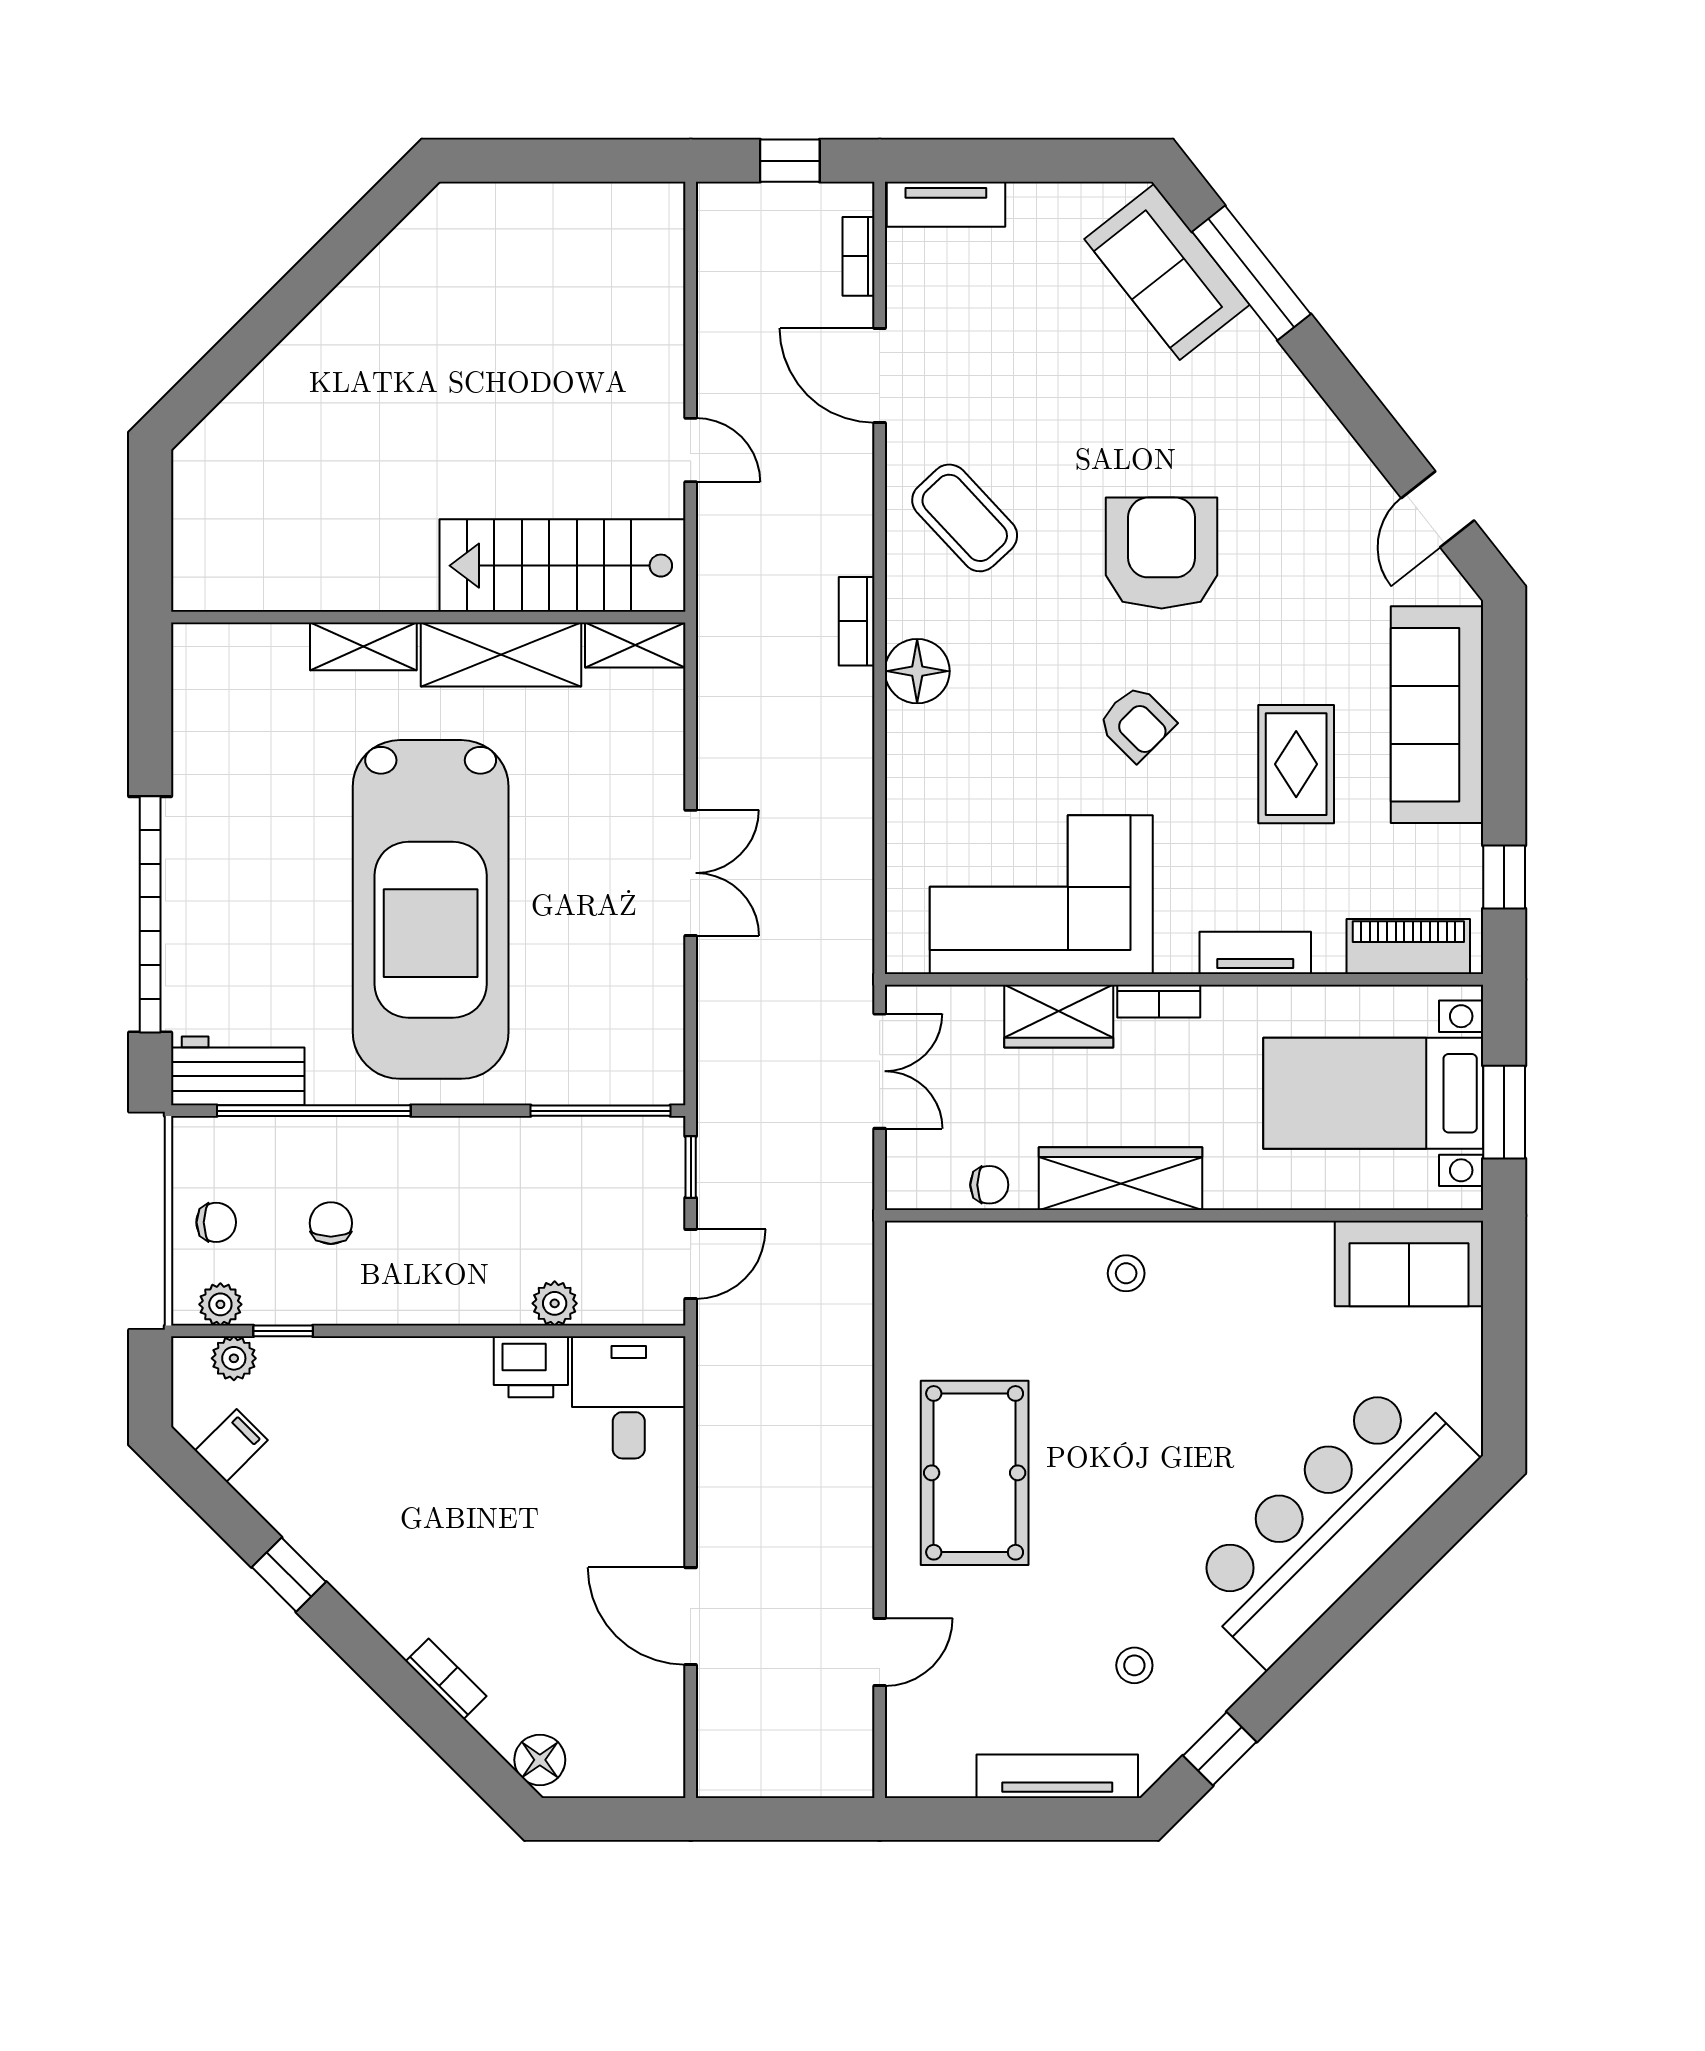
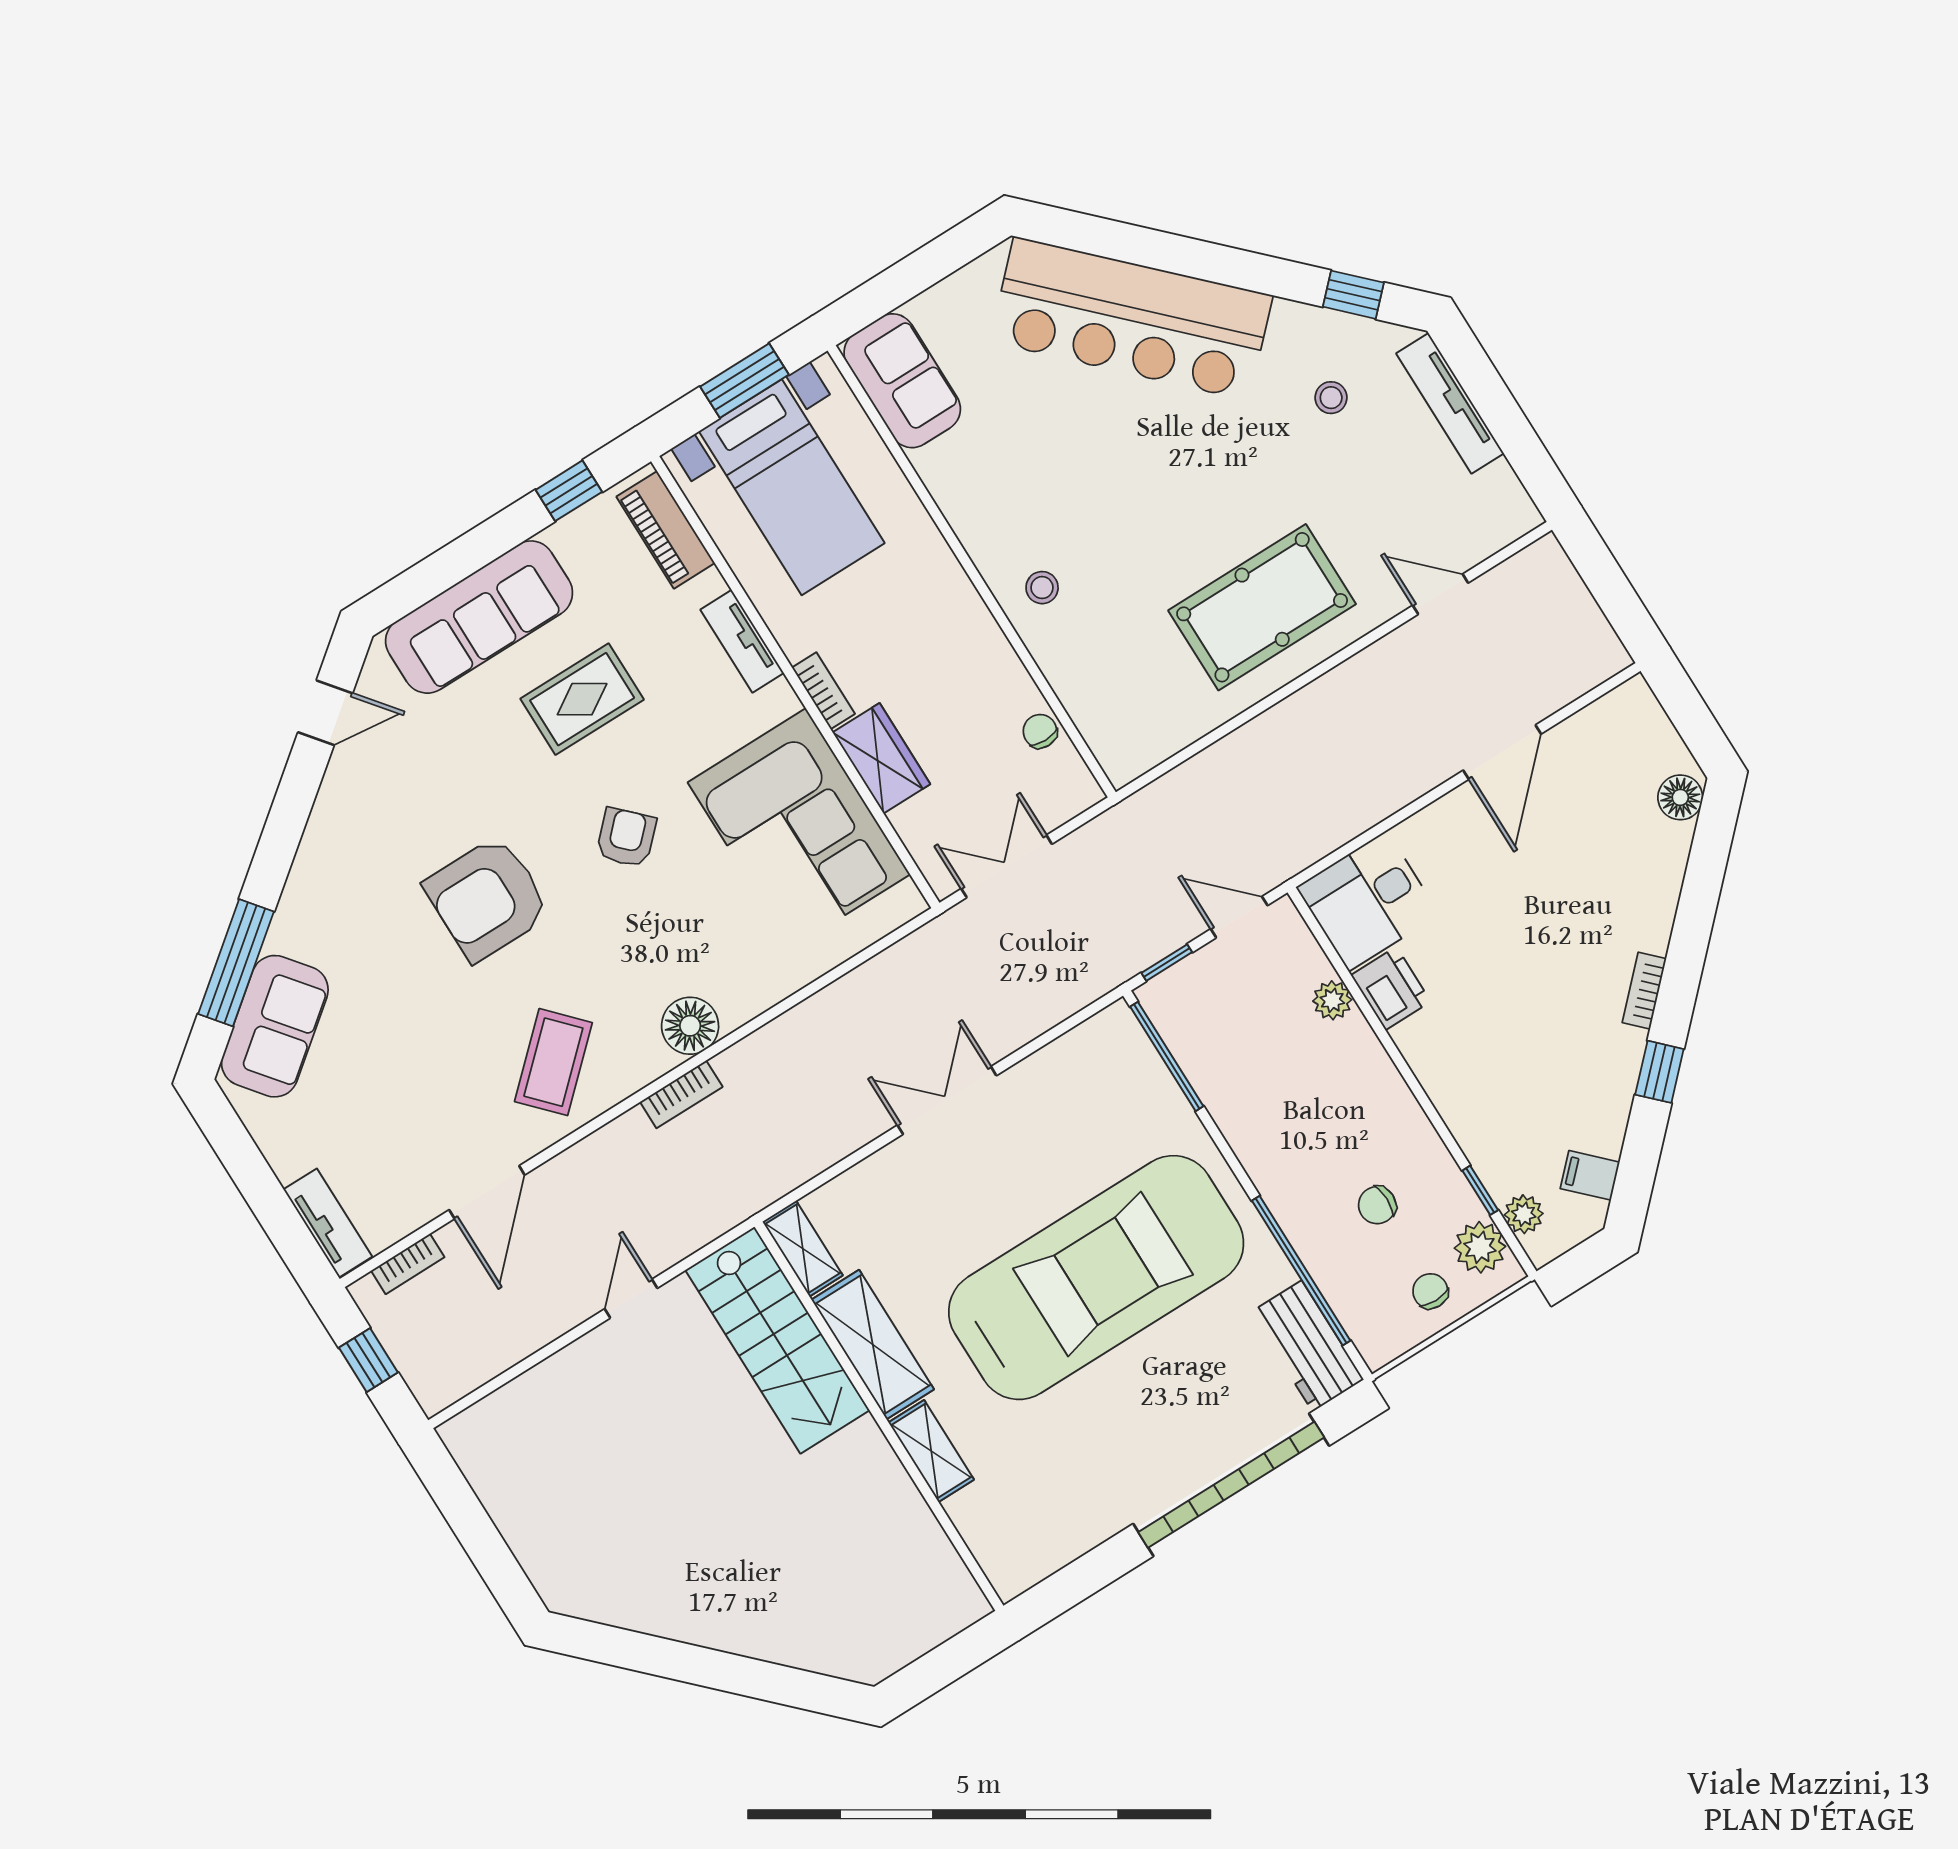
wardrobe: (1120, 1179) -> (974, 636), removed
plant: (220, 1304) -> (1480, 1247), width x1.38, depth x1.38
bookcase: (446, 1679) -> (1644, 991), moved

